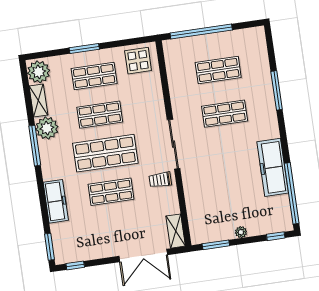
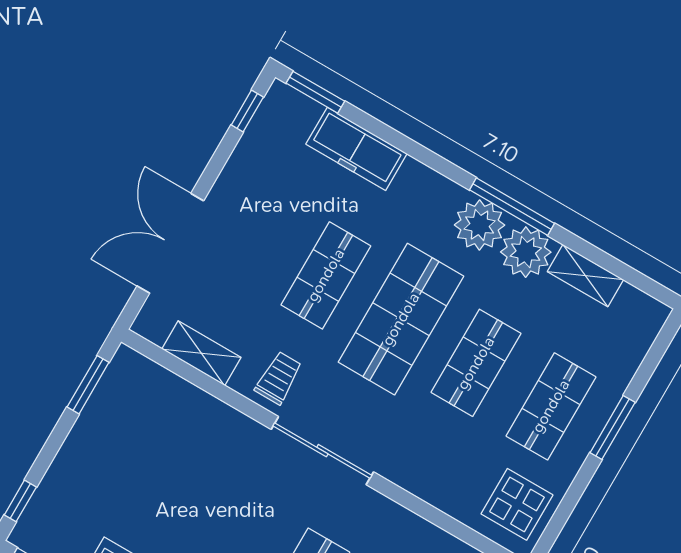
plant: (39, 72) -> (480, 225), moved
freezer: (56, 201) -> (356, 149), moved
shelving: (176, 231) -> (201, 353), moved
plant: (241, 232) -> (75, 446), removed

